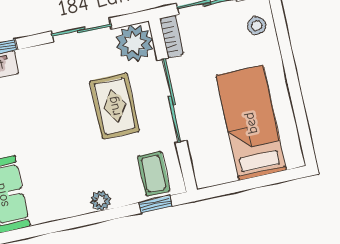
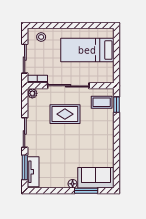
sliding door: (81, 30) -> (25, 132), moved
plant: (135, 43) -> (32, 93), width x0.53, depth x0.53
plant: (101, 201) -> (109, 131), removed

